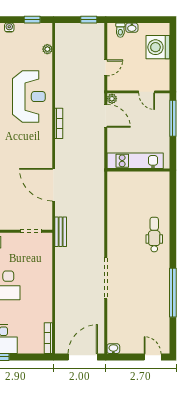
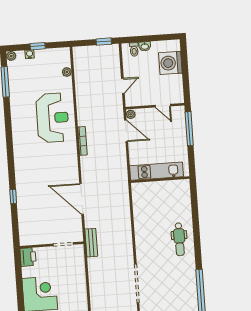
window: (32, 20) -> (38, 46), moved
dental chair: (154, 235) -> (179, 239), turned 180

